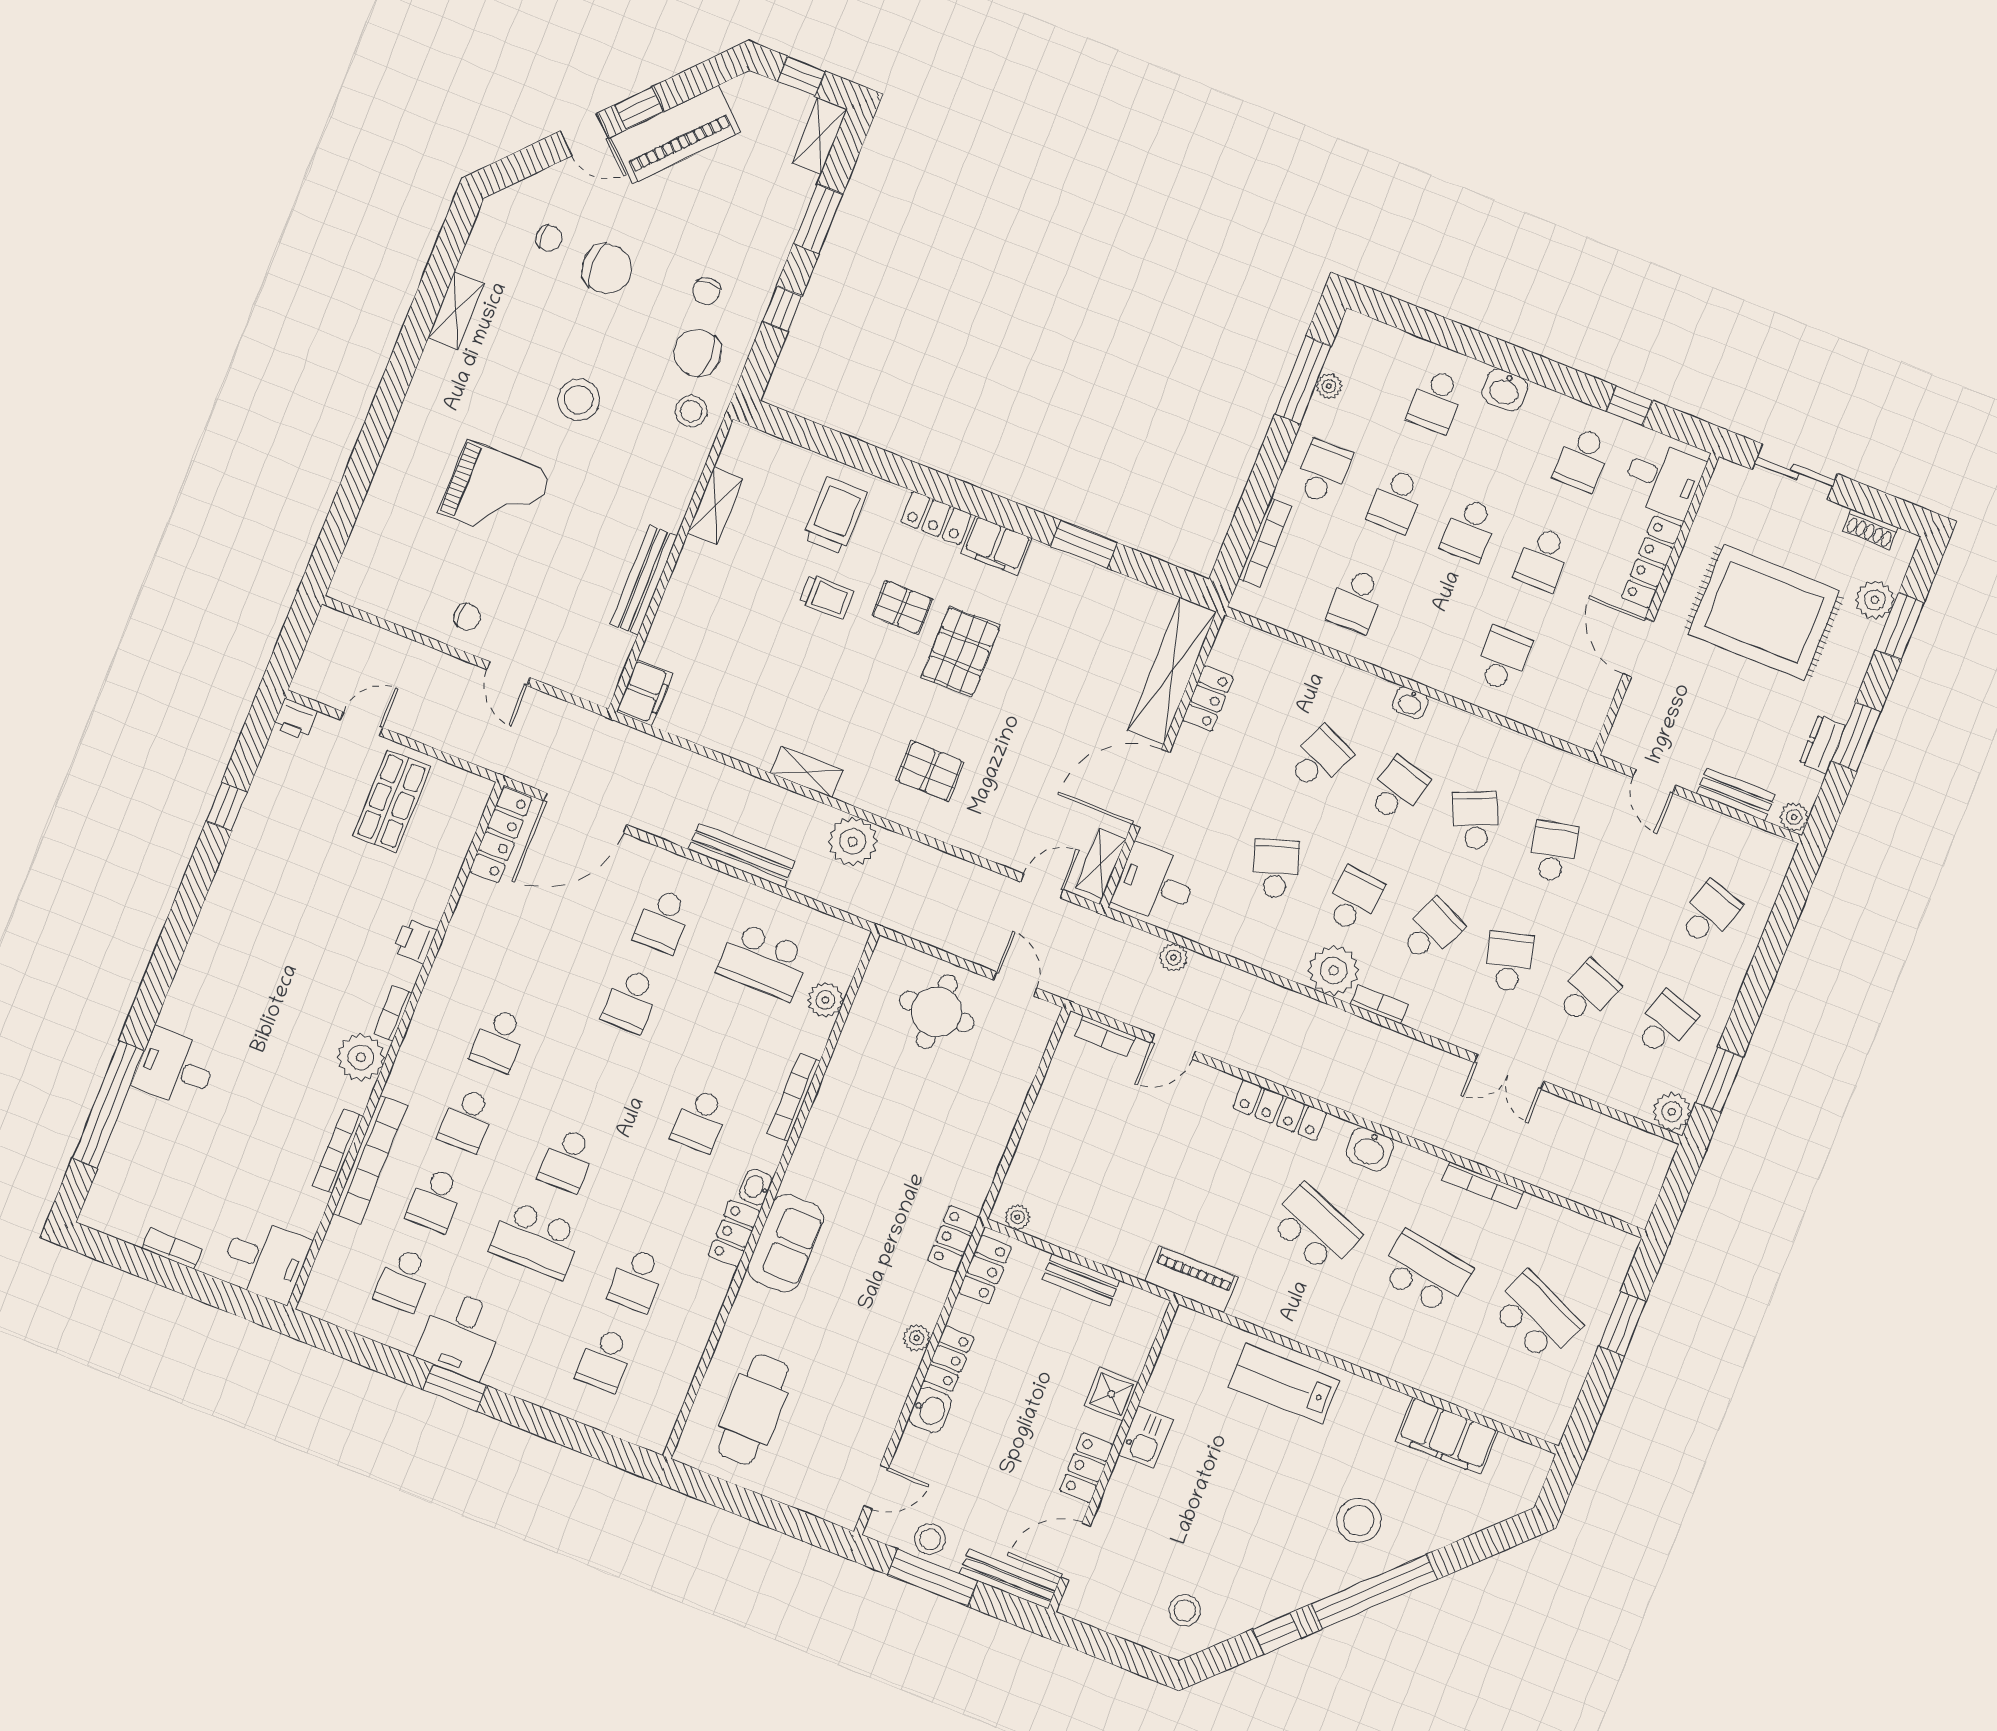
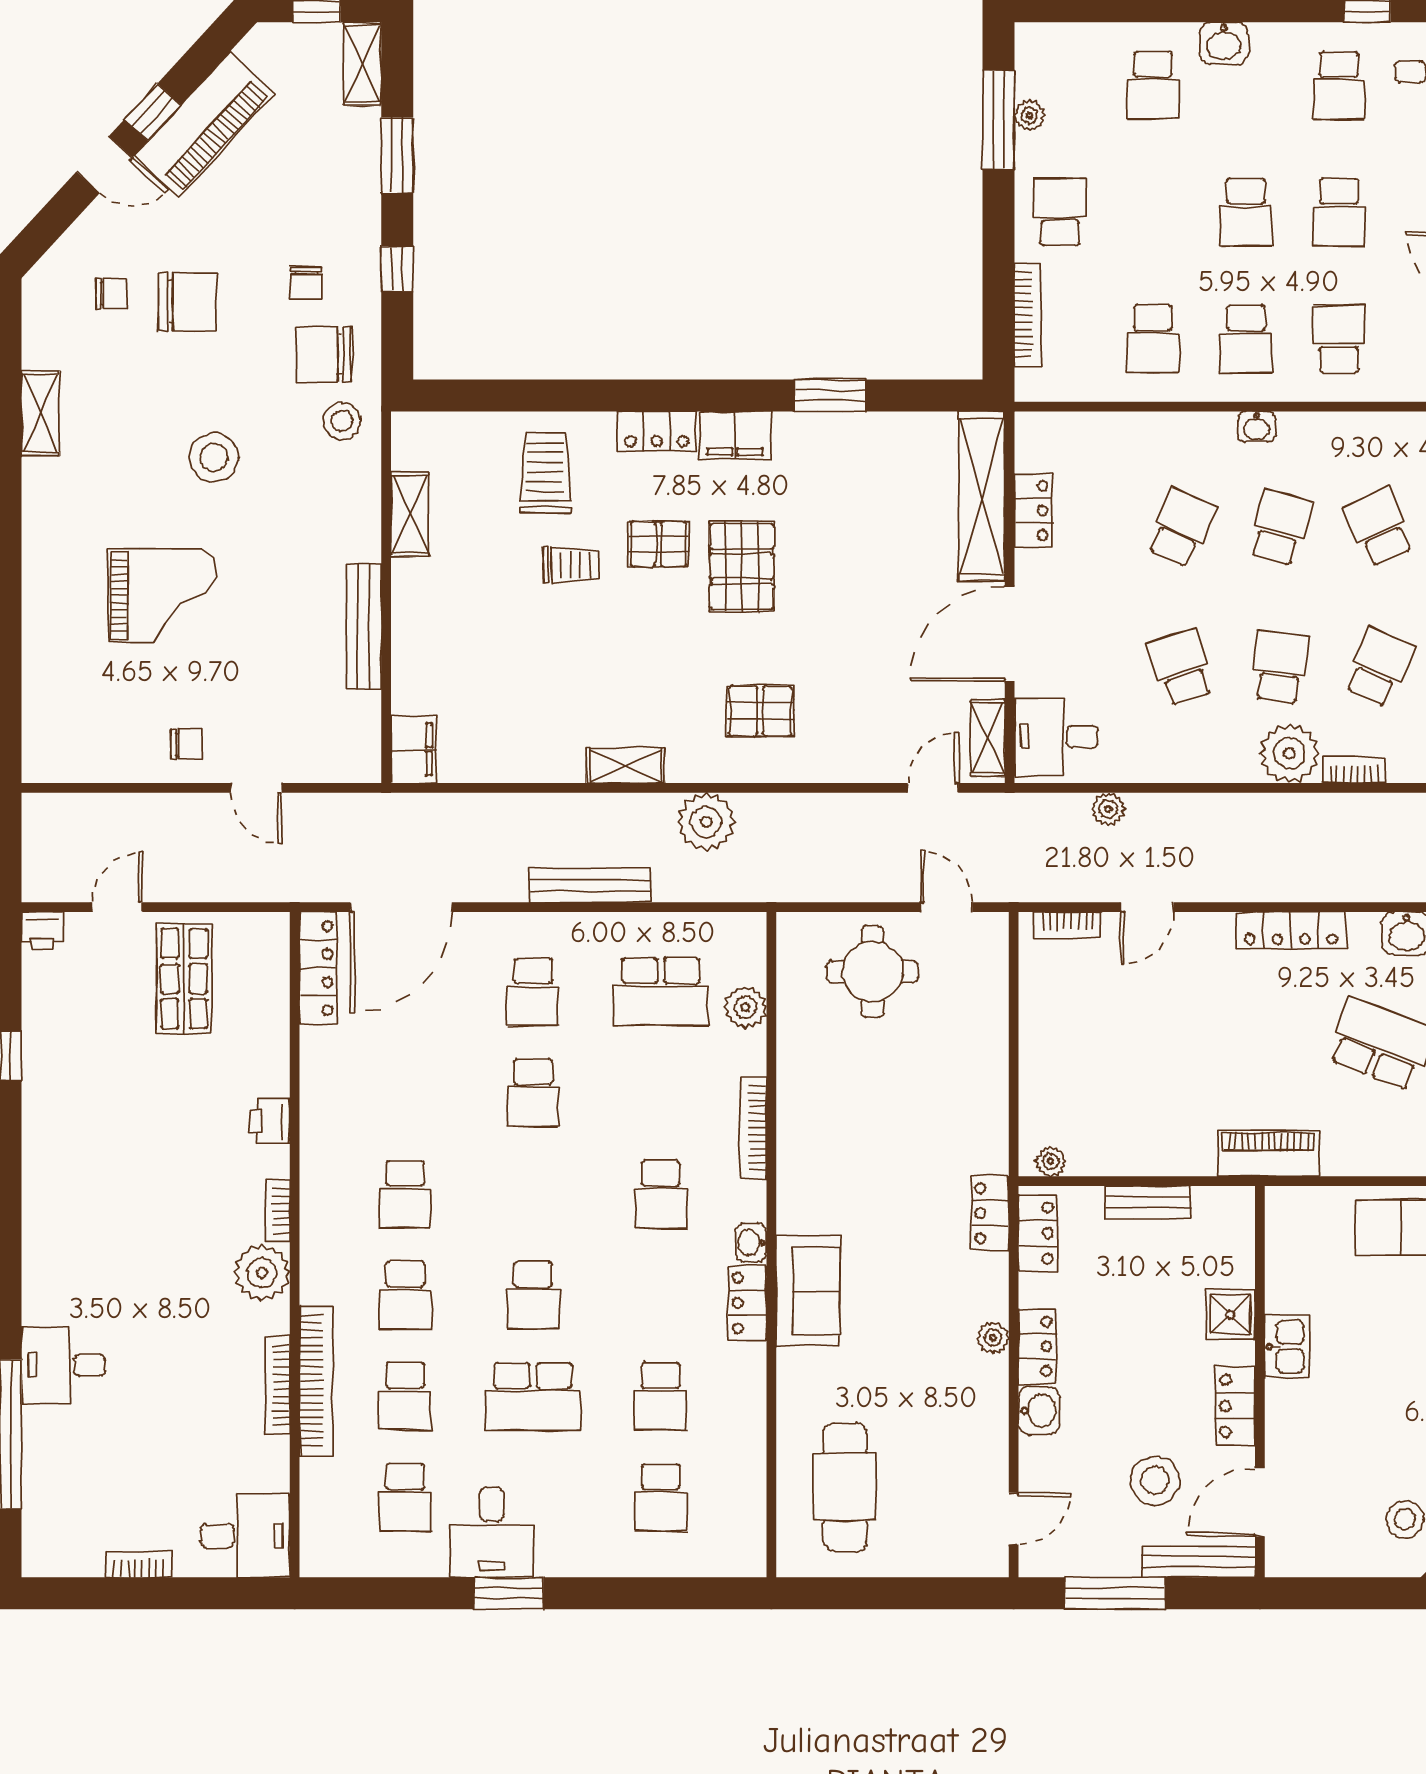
school desk: (1396, 501) -> (1246, 339), moved
stool: (930, 1539) -> (1155, 1481), moved, width x1.38, depth x1.38

